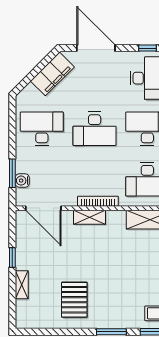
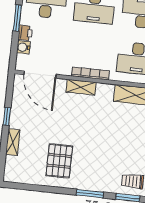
printer: (23, 165) -> (25, 33), added
window: (12, 173) -> (17, 18), moved

